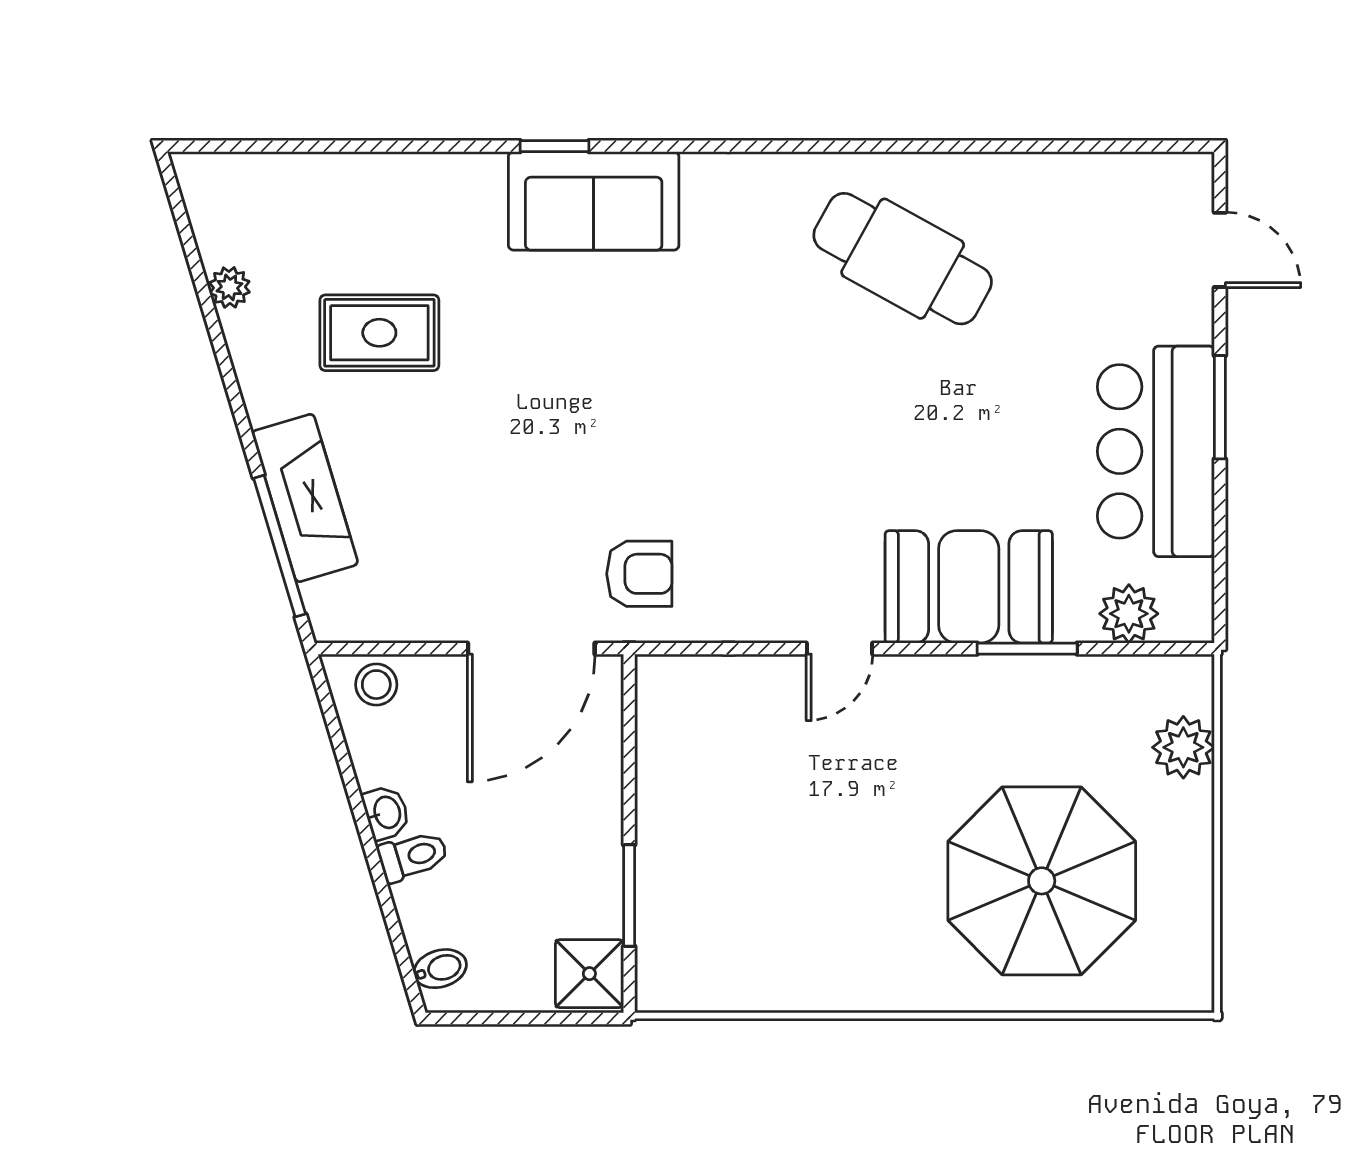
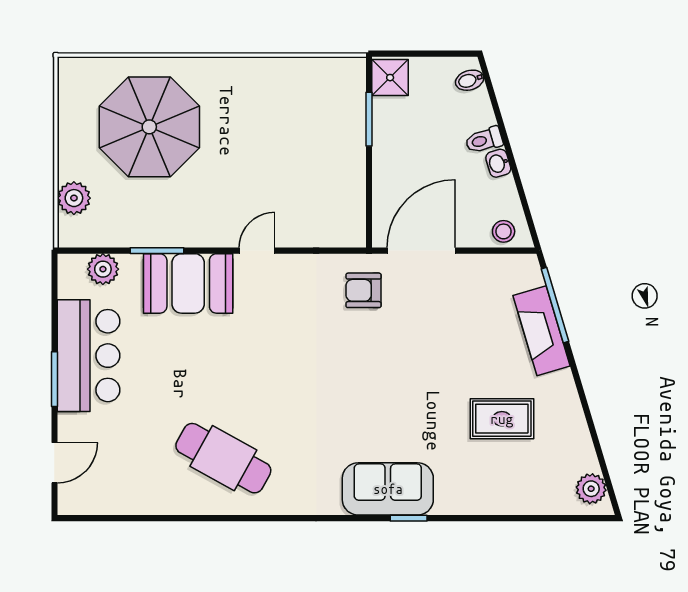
door: (1220, 250) -> (54, 463), swing flipped
plant: (229, 287) -> (591, 489), moved, width x1.38, depth x1.38

